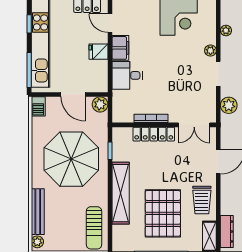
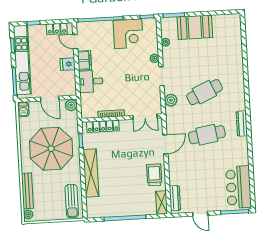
locker: (154, 134) -> (103, 126), moved
trolley: (202, 200) -> (154, 175), turned 180
pallet: (163, 213) -> (124, 187), removed

